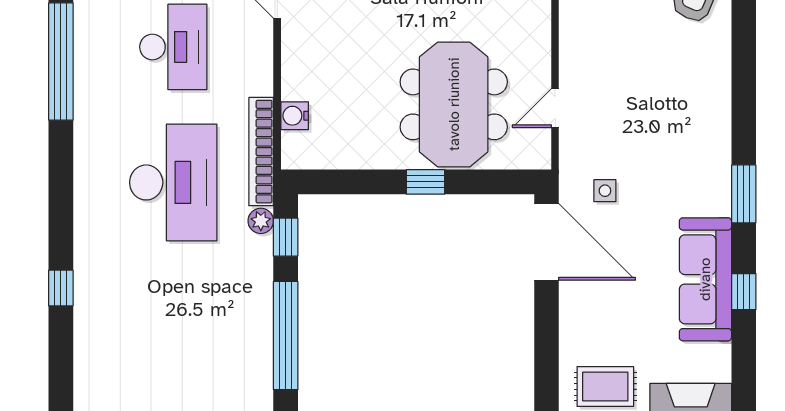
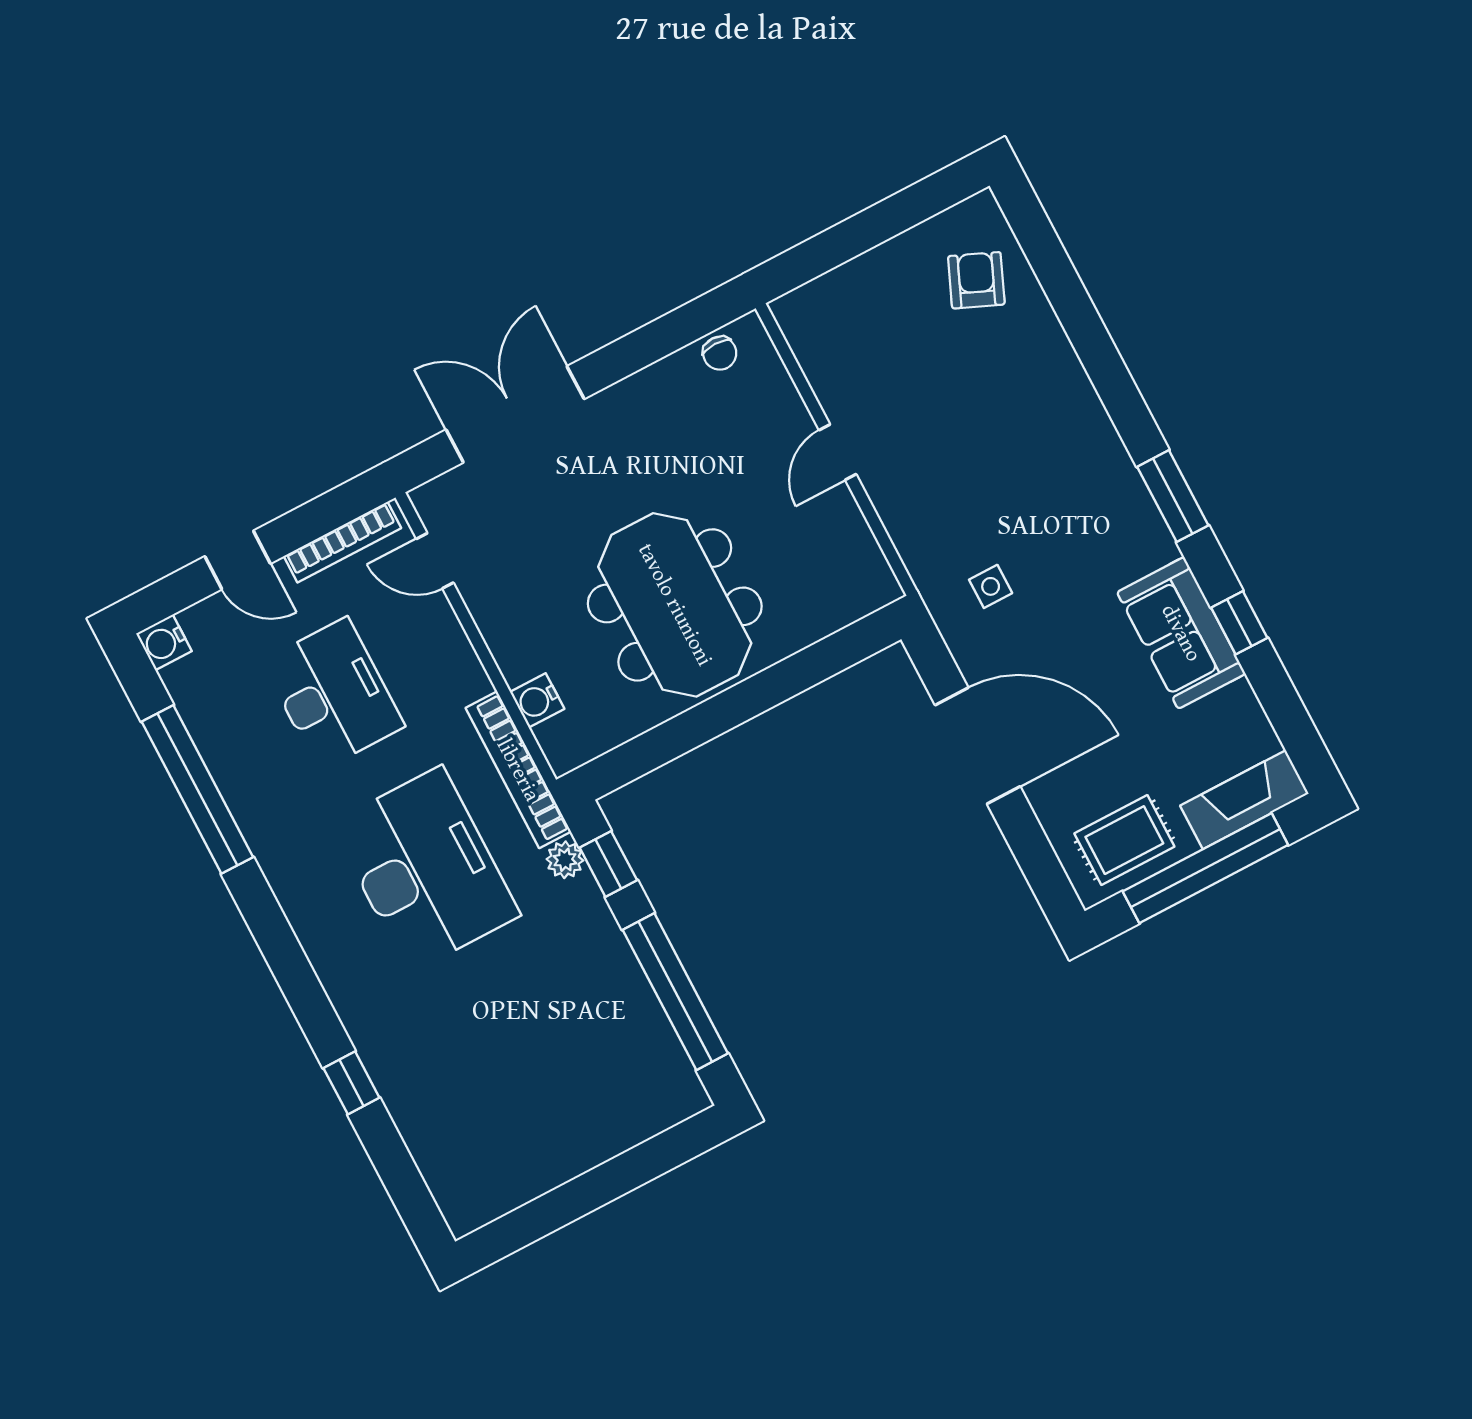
meeting table: (454, 104) -> (675, 605), moved
door: (555, 108) -> (838, 452), moved
window: (425, 182) -> (752, 697), removed
door: (546, 242) -> (978, 746), moved
sofa: (705, 279) -> (1181, 633), width x0.73

